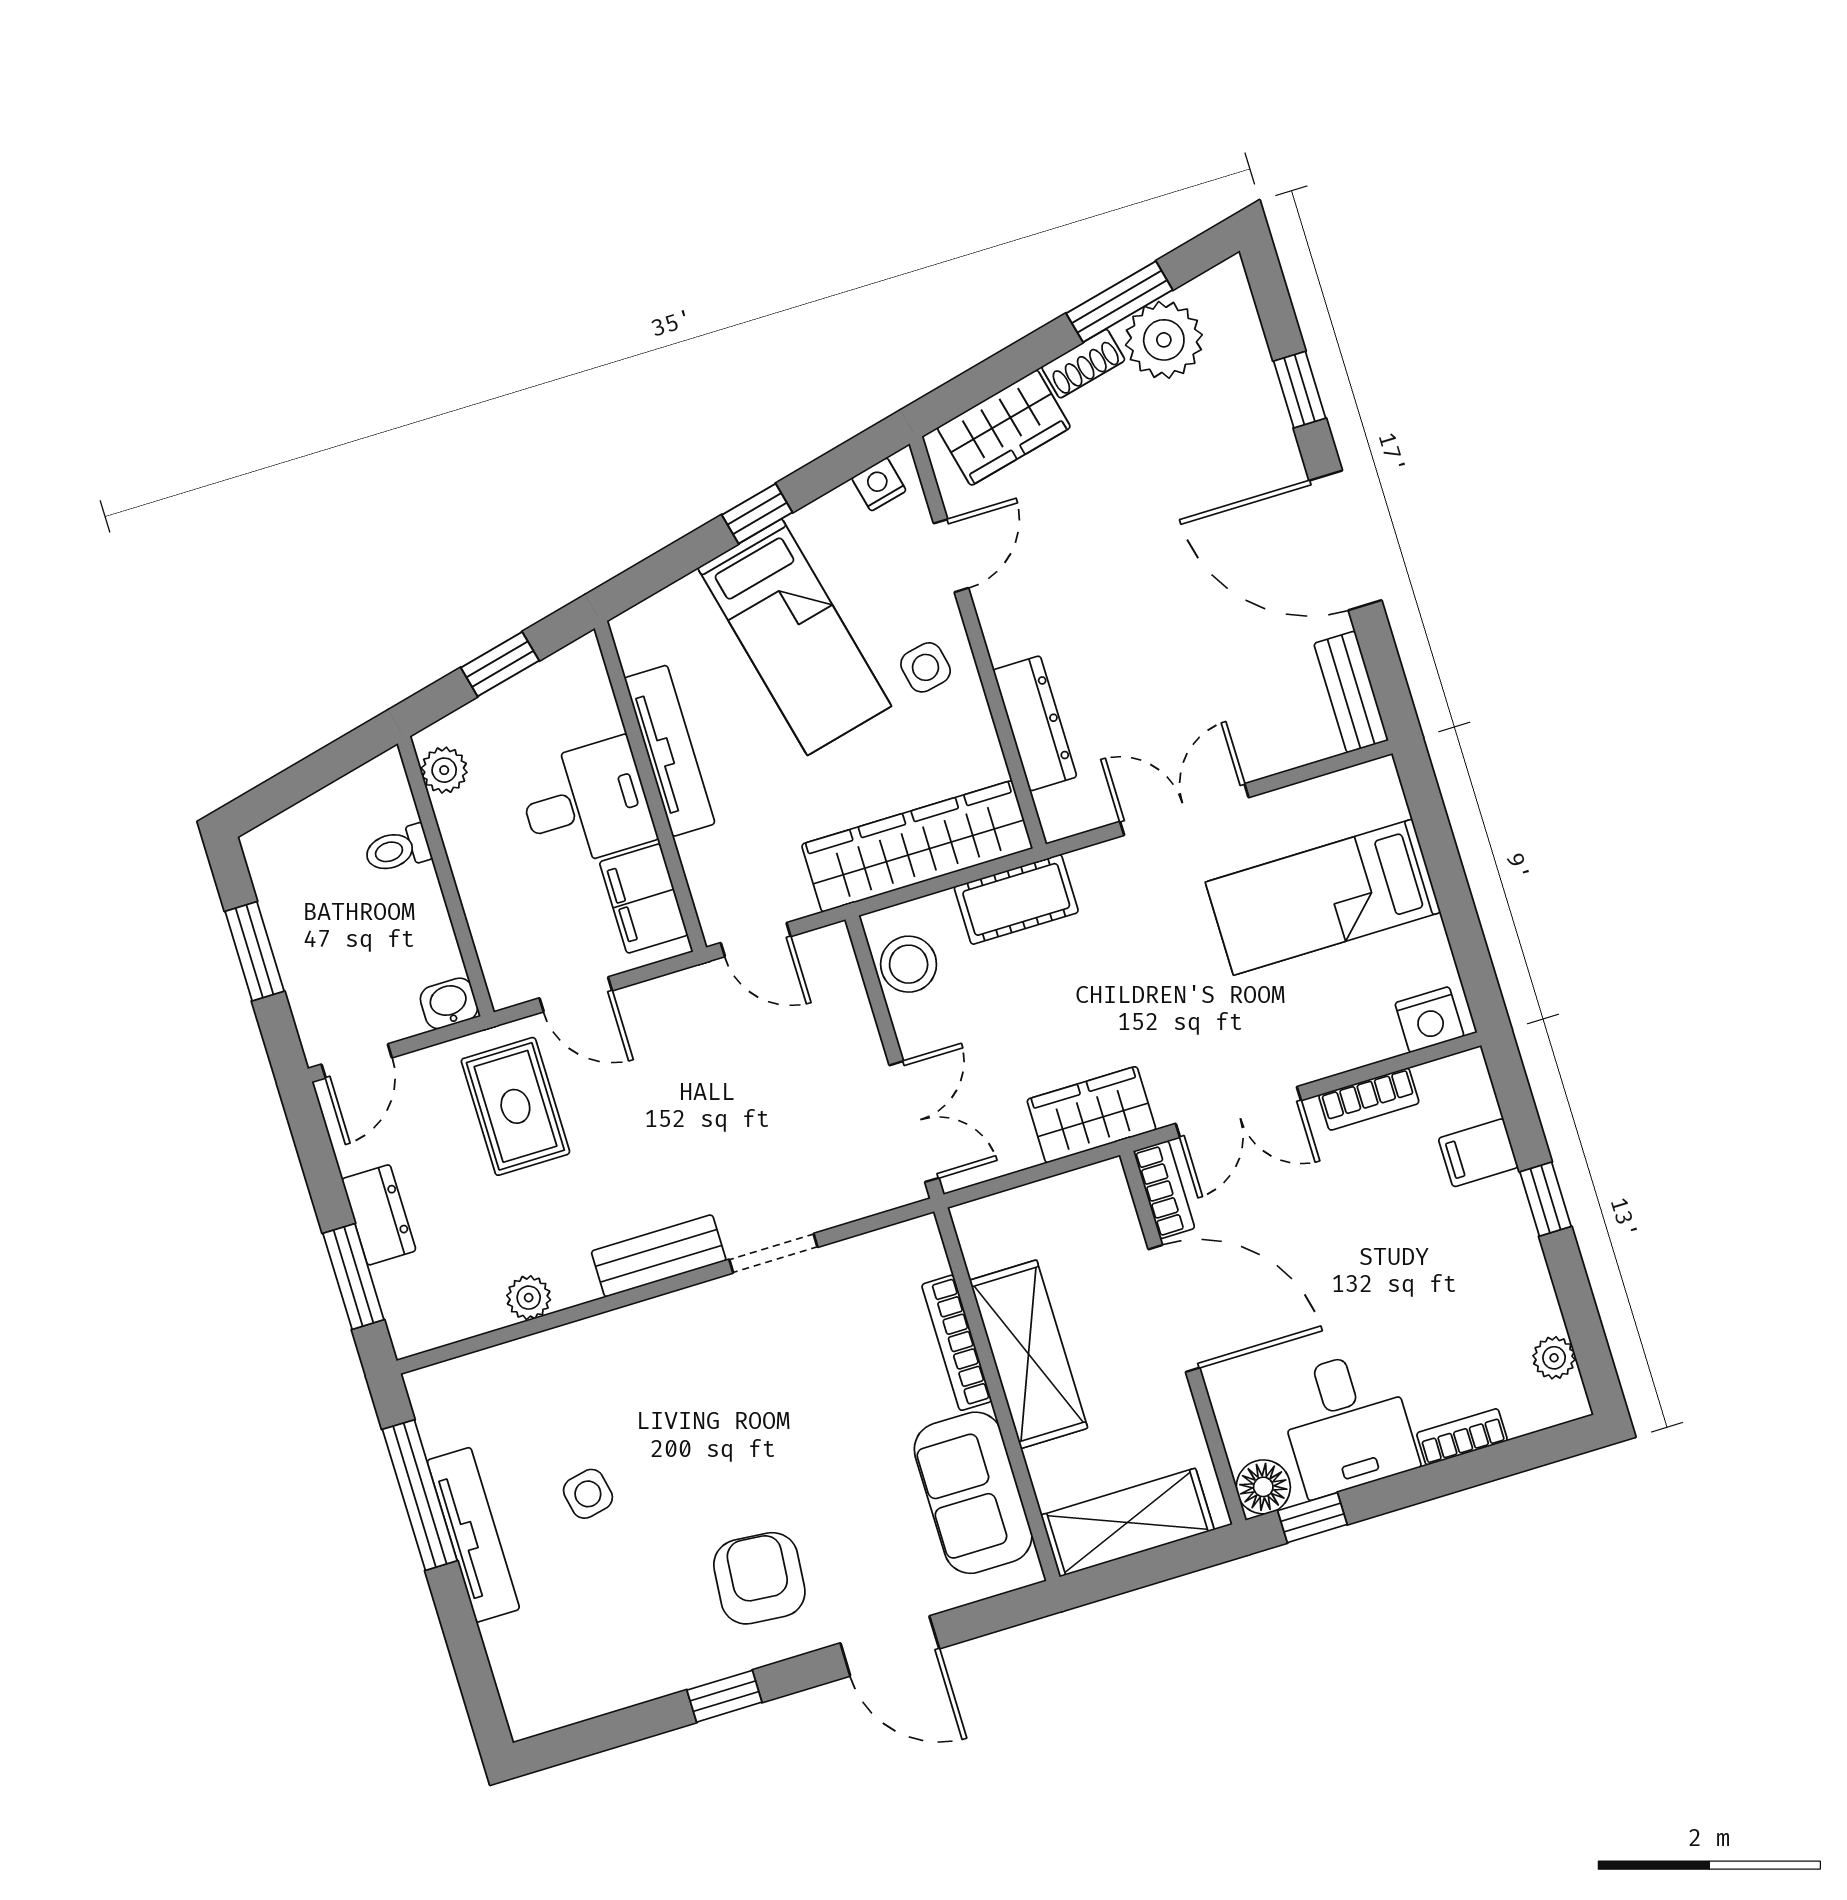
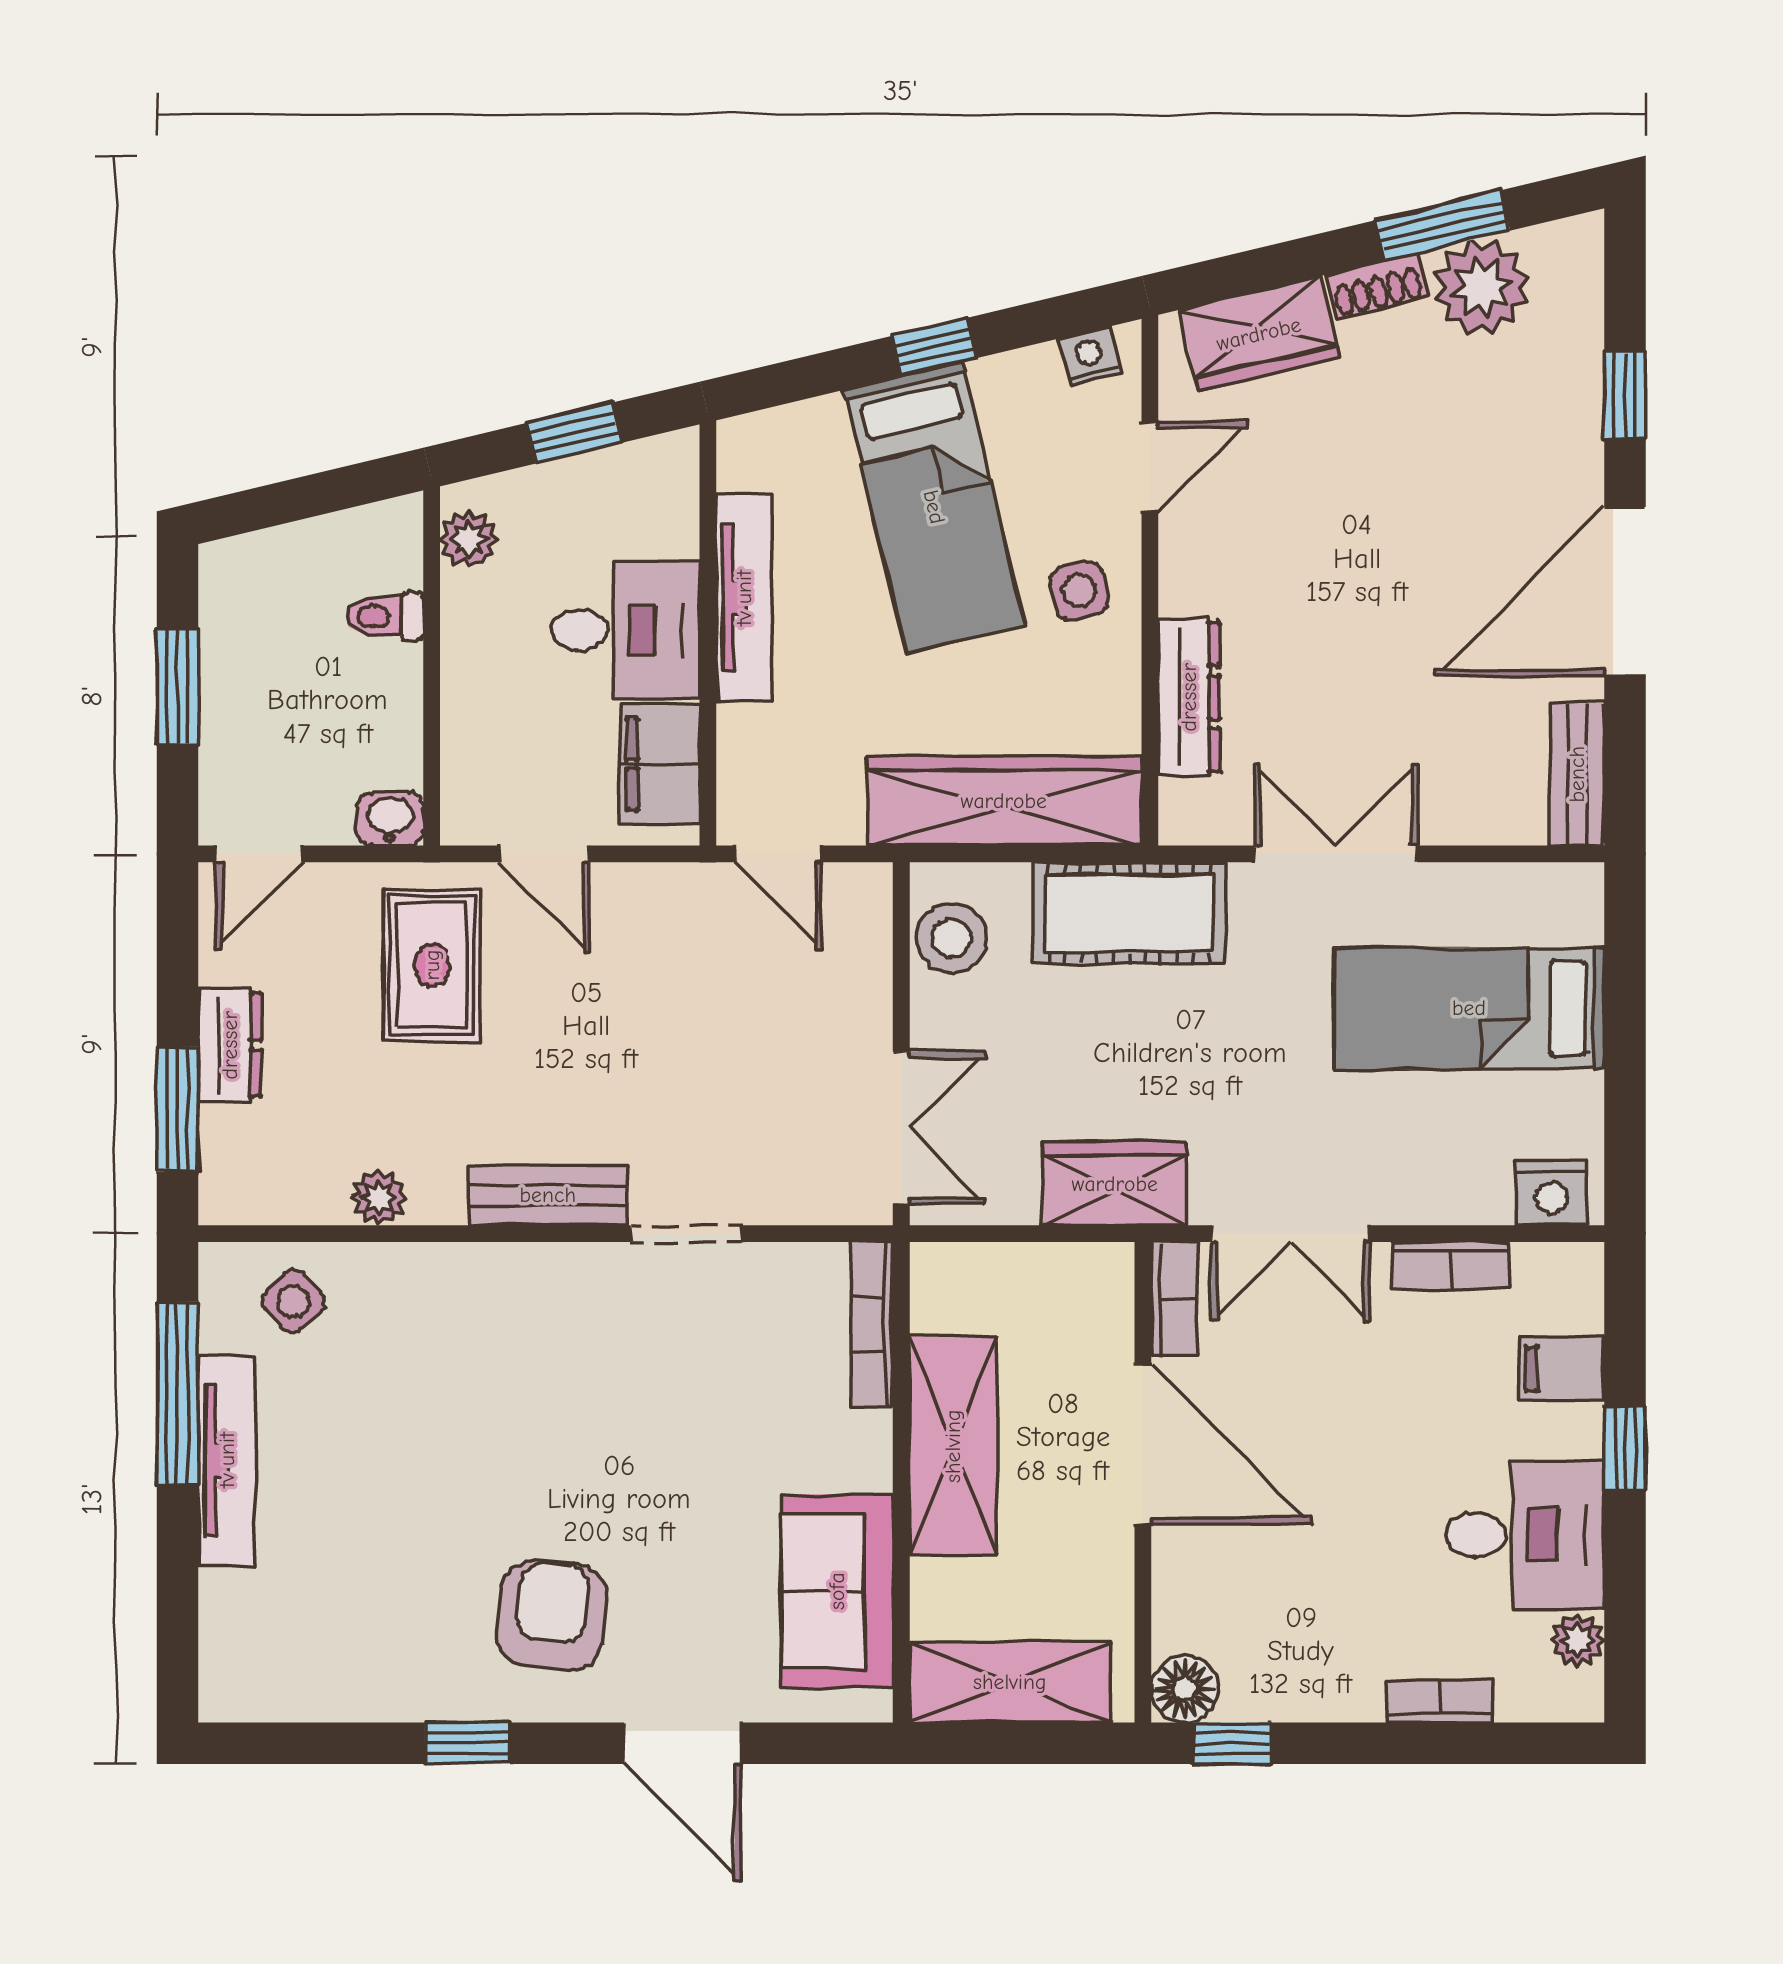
door: (1345, 540) -> (1625, 592), hinge flipped
cot: (1016, 899) -> (1129, 913), width x1.37, depth x1.34
bookcase: (957, 1343) -> (872, 1324), moved
desk: (1347, 1423) -> (1525, 1535), moved, turned -90
side table: (588, 1494) -> (293, 1301), moved, turned -30

